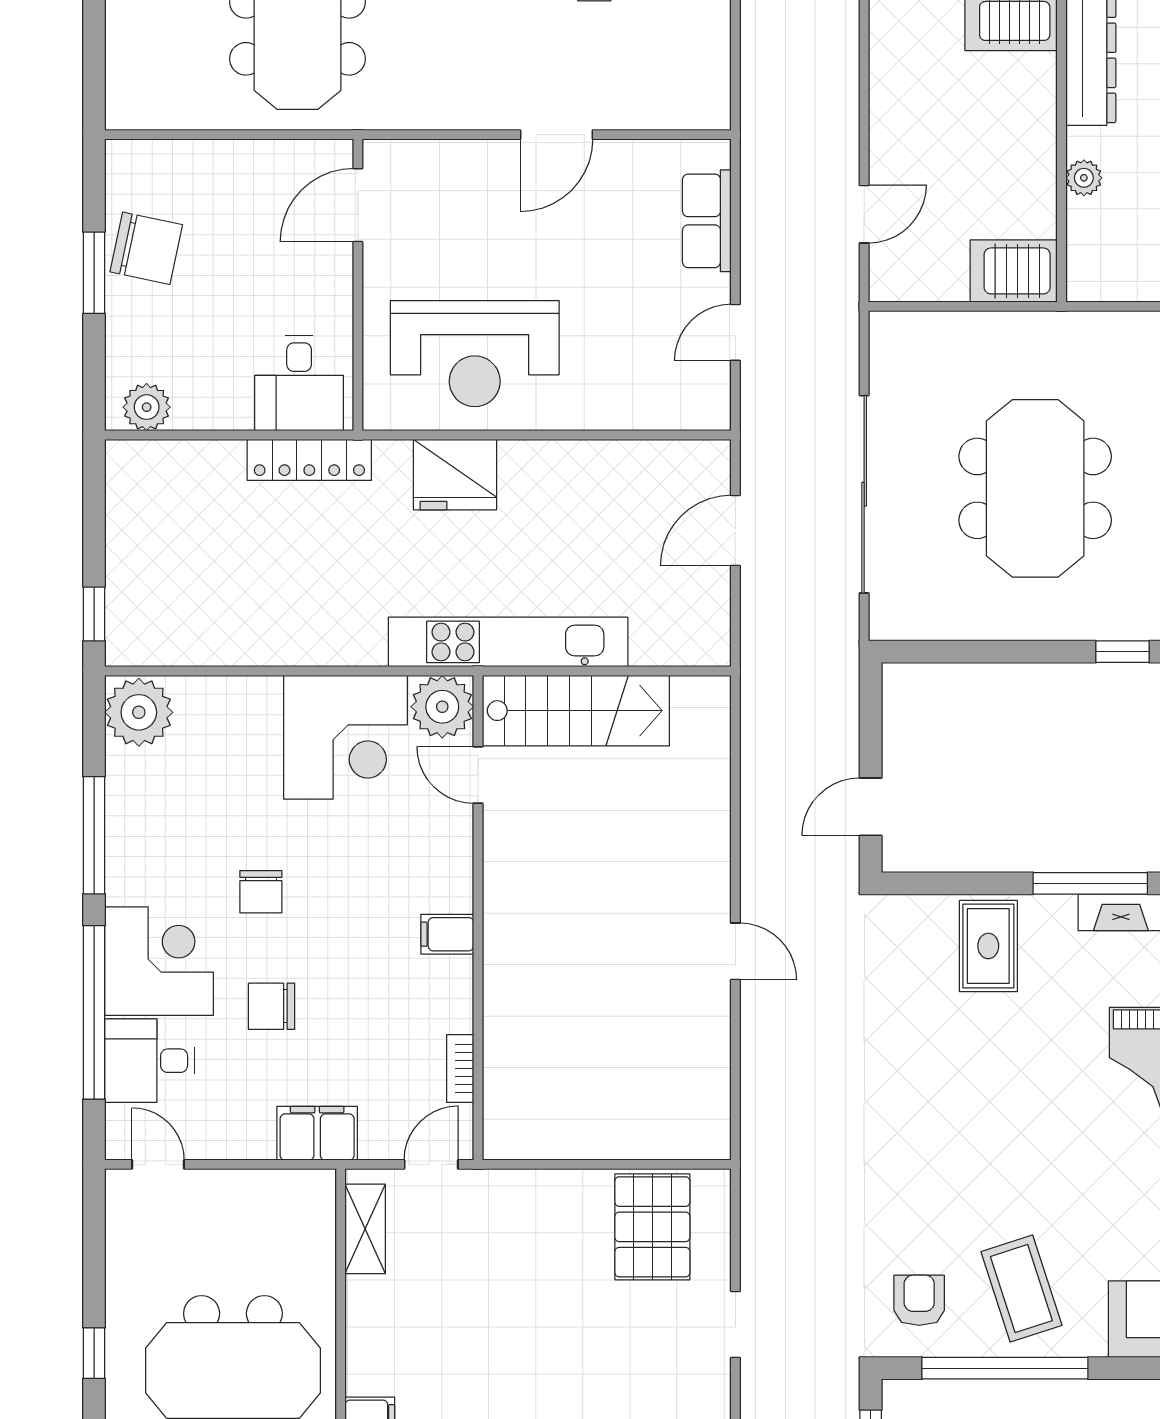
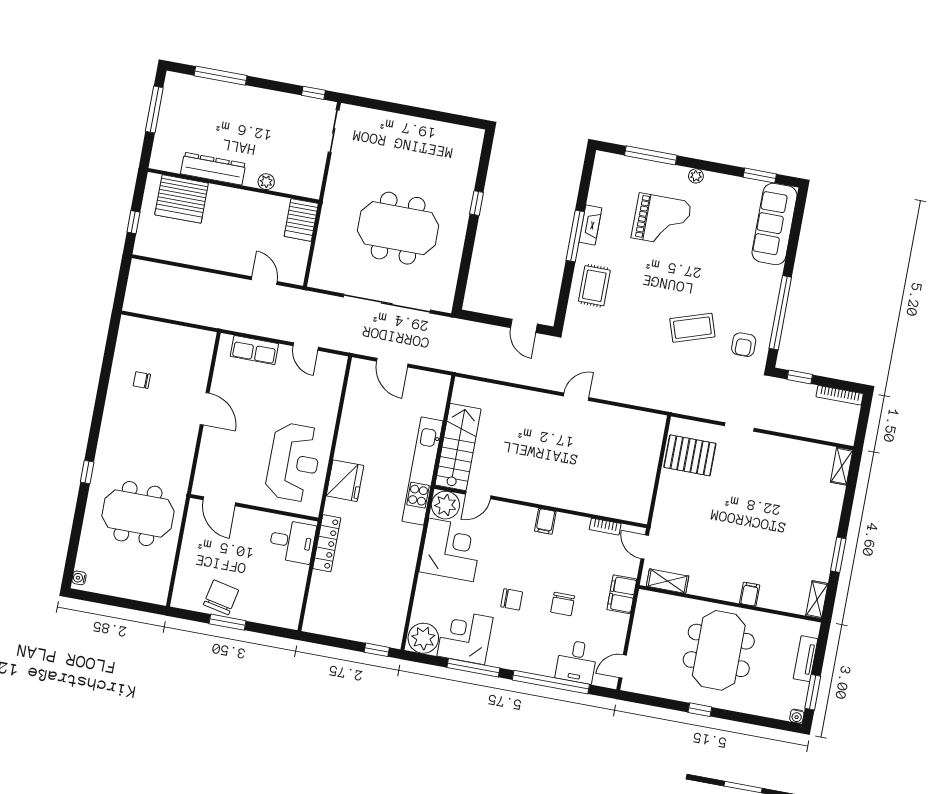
plant: (147, 407) -> (290, 610), removed
rug: (988, 946) -> (594, 286), turned 90
corner desk: (159, 961) -> (465, 637), moved
coffee table: (1021, 1289) -> (692, 328), moved
armchair: (919, 1300) -> (744, 345), turned -90

